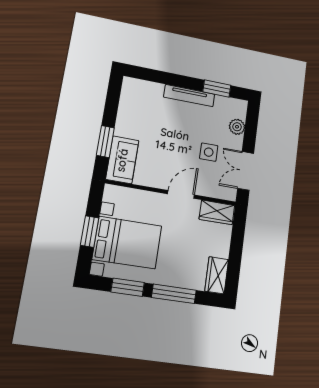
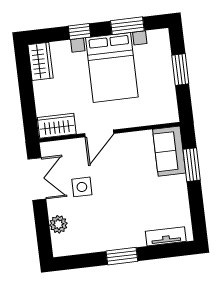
window: (217, 88) -> (122, 256), moved
tv unit: (189, 96) -> (166, 236), moved, width x0.71
bed with nightstands: (127, 243) -> (112, 67), moved, turned -90
window: (174, 294) -> (80, 31), width x0.46

